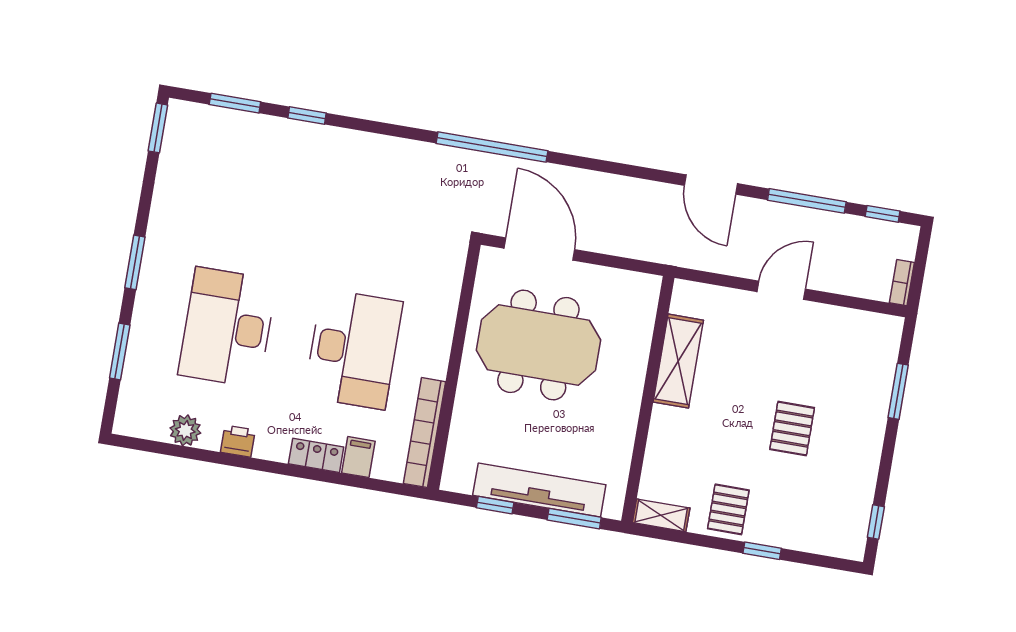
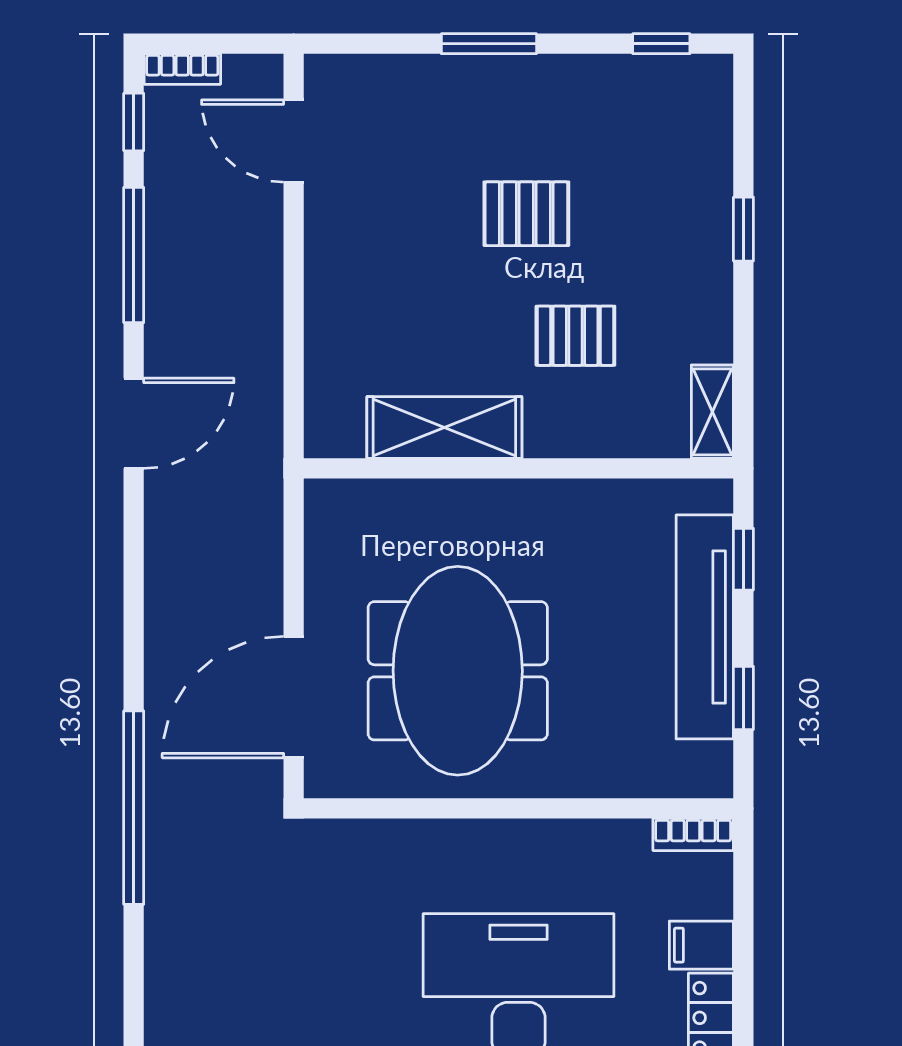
bookcase: (902, 283) -> (182, 69), moved
door: (781, 290) -> (294, 141), moved
window: (898, 391) -> (489, 44), moved
bookcase: (425, 433) -> (693, 834), width x0.43, depth x0.76
pallet: (728, 509) -> (575, 336), moved
window: (574, 519) -> (743, 559), width x0.67

